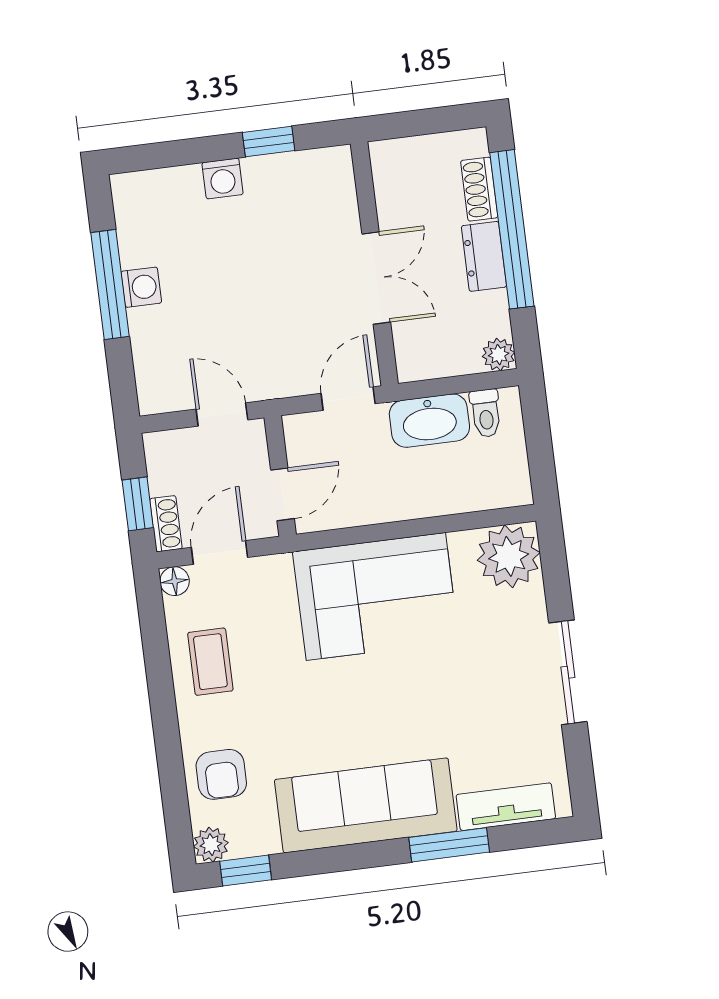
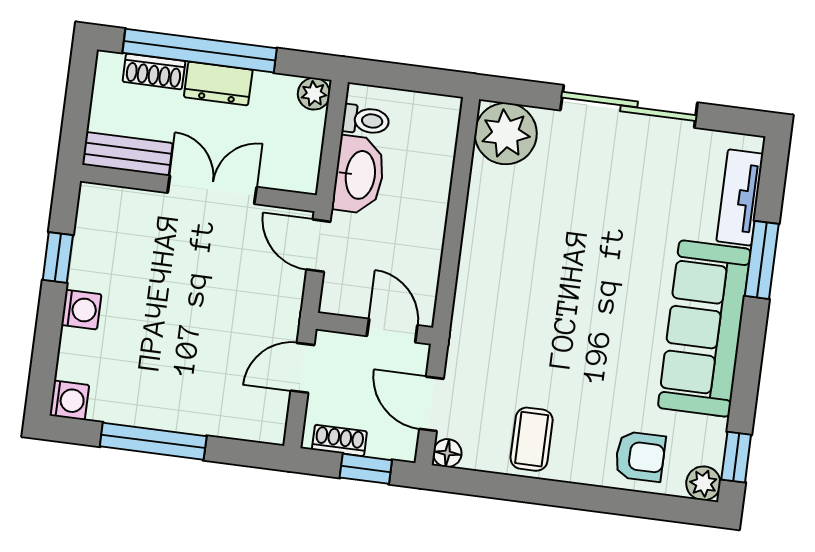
bench: (390, 184) -> (127, 154), added
washing machine: (141, 287) -> (69, 400), moved, turned 90
shoe rack: (166, 524) -> (339, 440), moved
corner sofa: (376, 596) -> (511, 268), removed
coffee table: (210, 662) -> (532, 439), turned 90
sliding door: (568, 672) -> (629, 106), width x1.37

